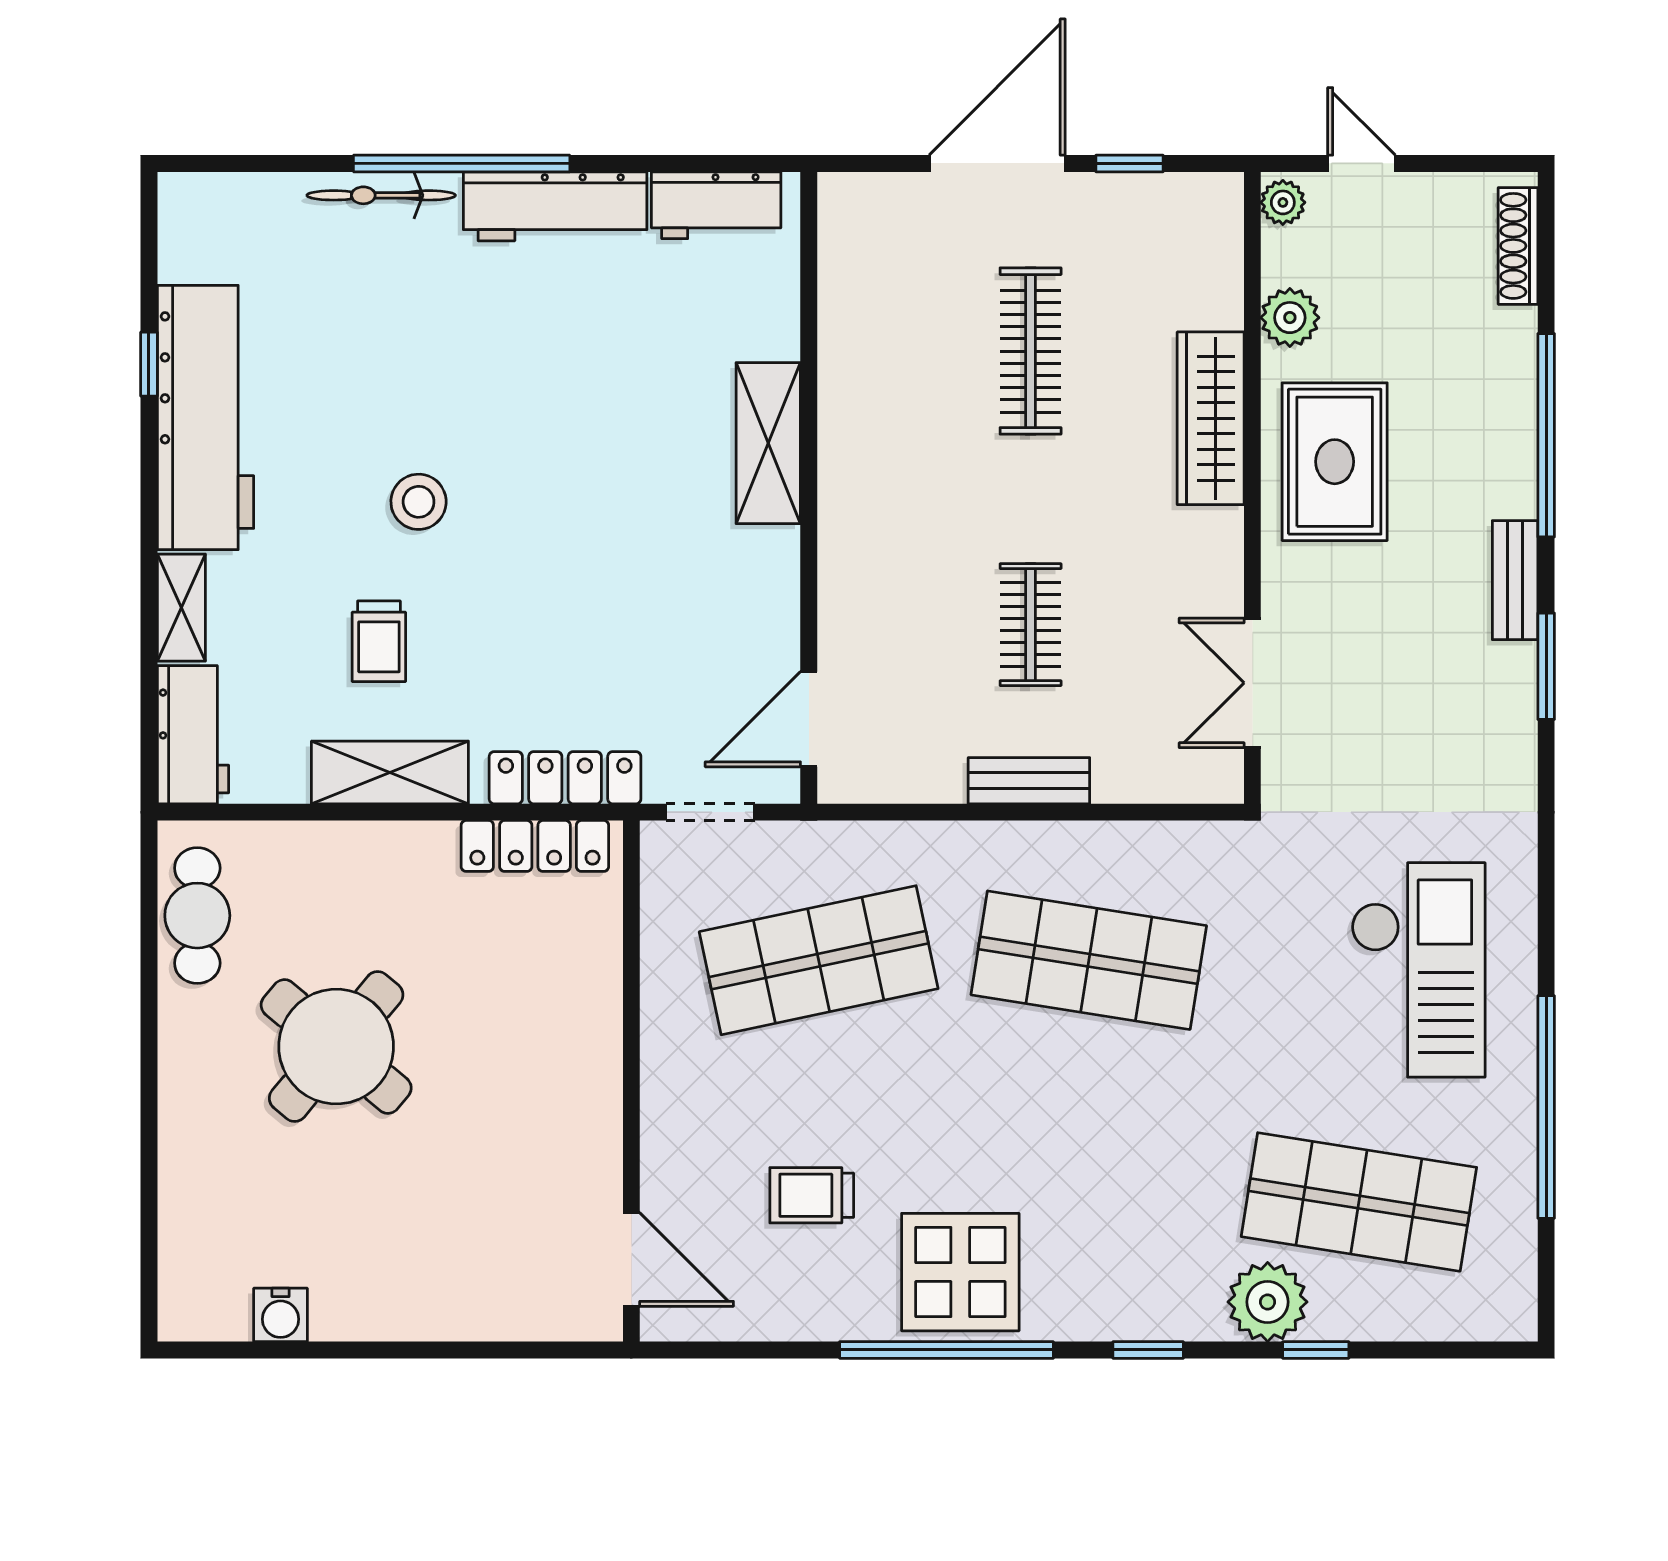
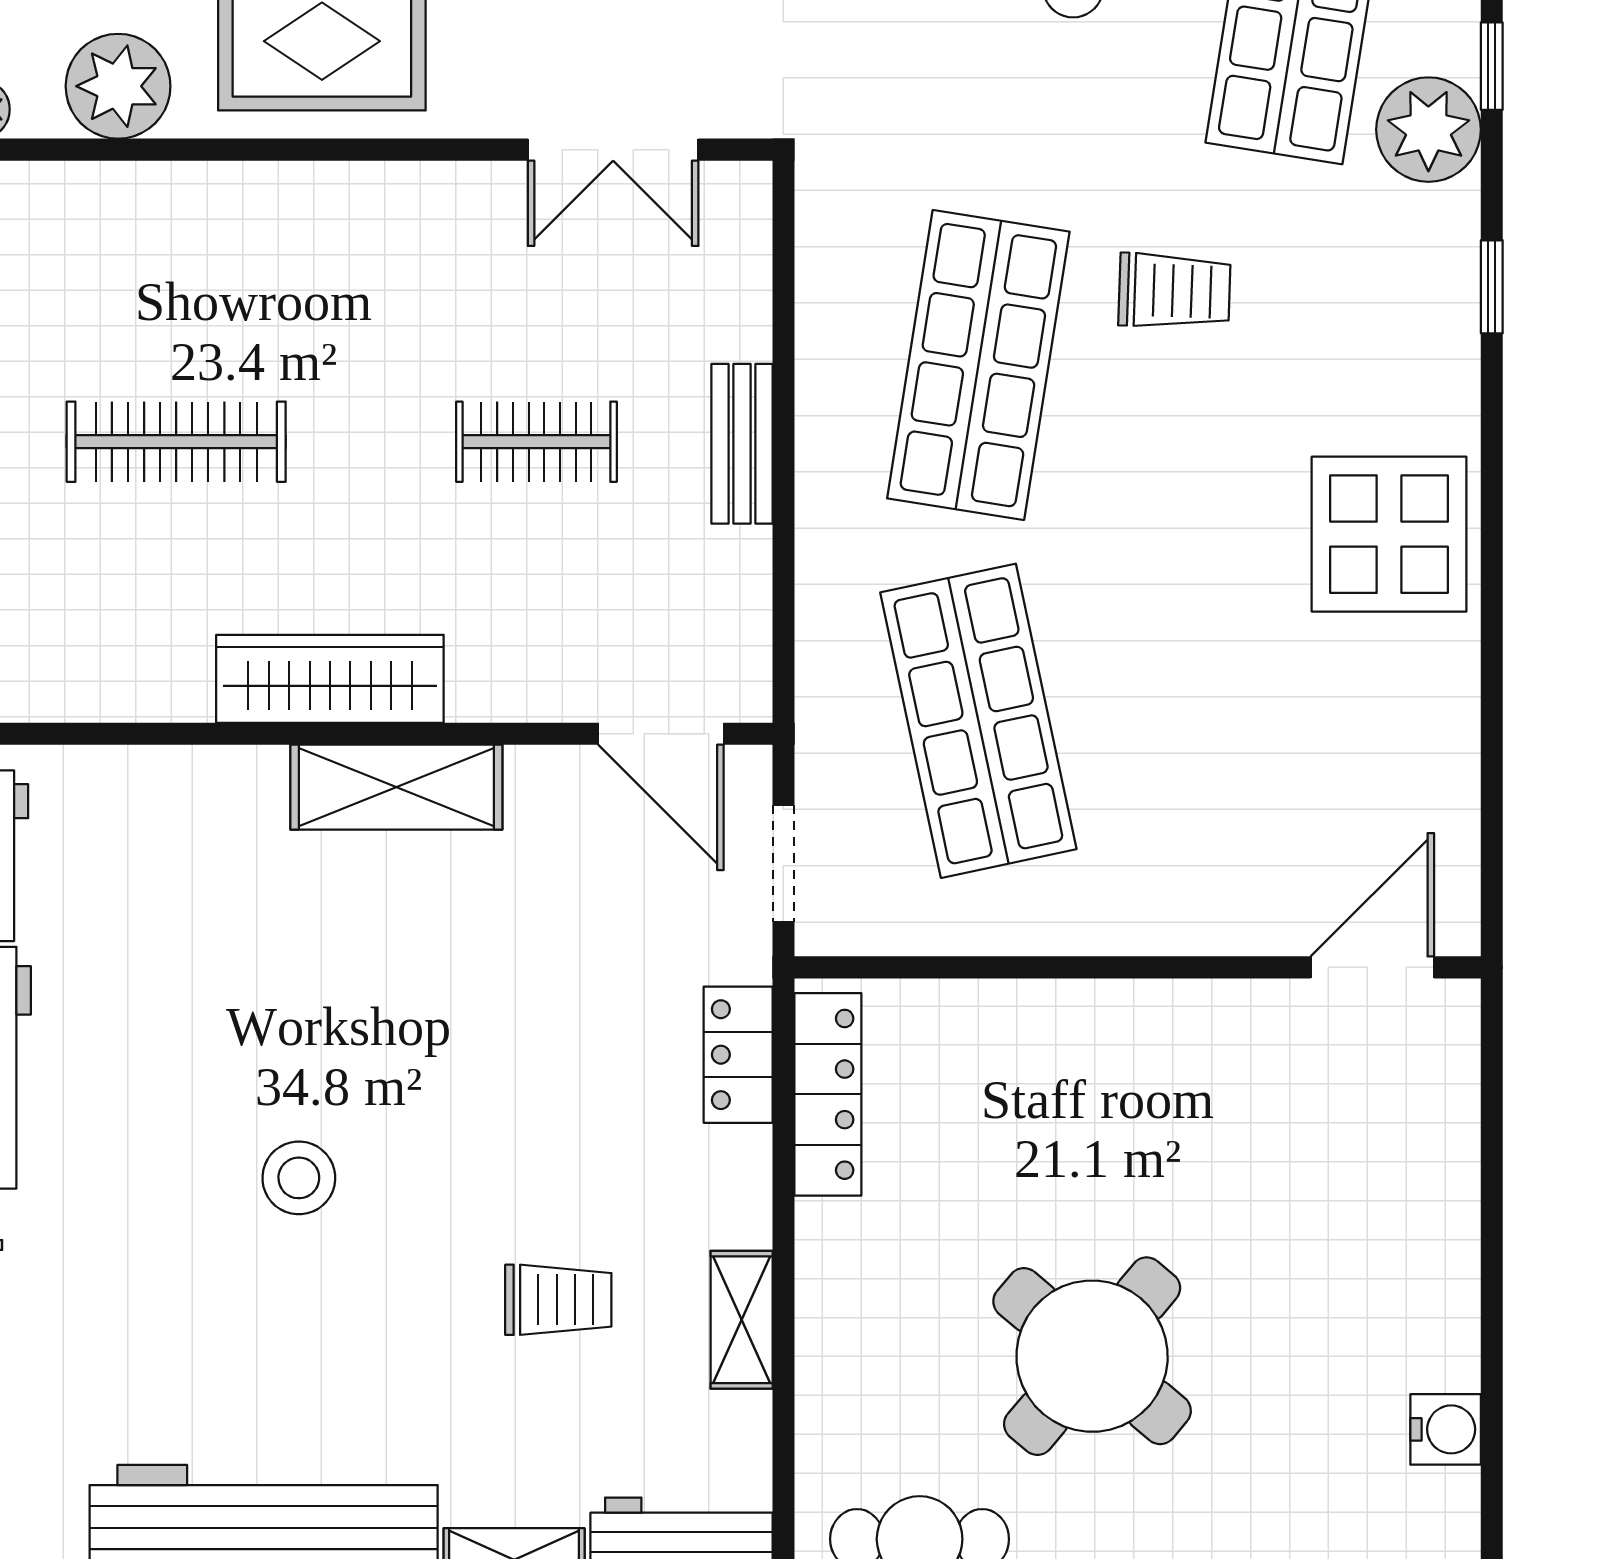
plant: (1290, 318) -> (118, 86), width x1.36, depth x1.36
wardrobe: (1211, 418) -> (330, 679), moved, turned 180
shelving: (768, 443) -> (396, 787), moved
stool: (419, 502) -> (299, 1178), moved
shelving: (390, 772) -> (742, 1320), width x0.67, depth x0.75
locker: (565, 778) -> (738, 1055), width x0.66
trolley: (812, 1195) -> (1174, 291), moved, turned -88
window: (947, 1350) -> (1492, 552), removed

